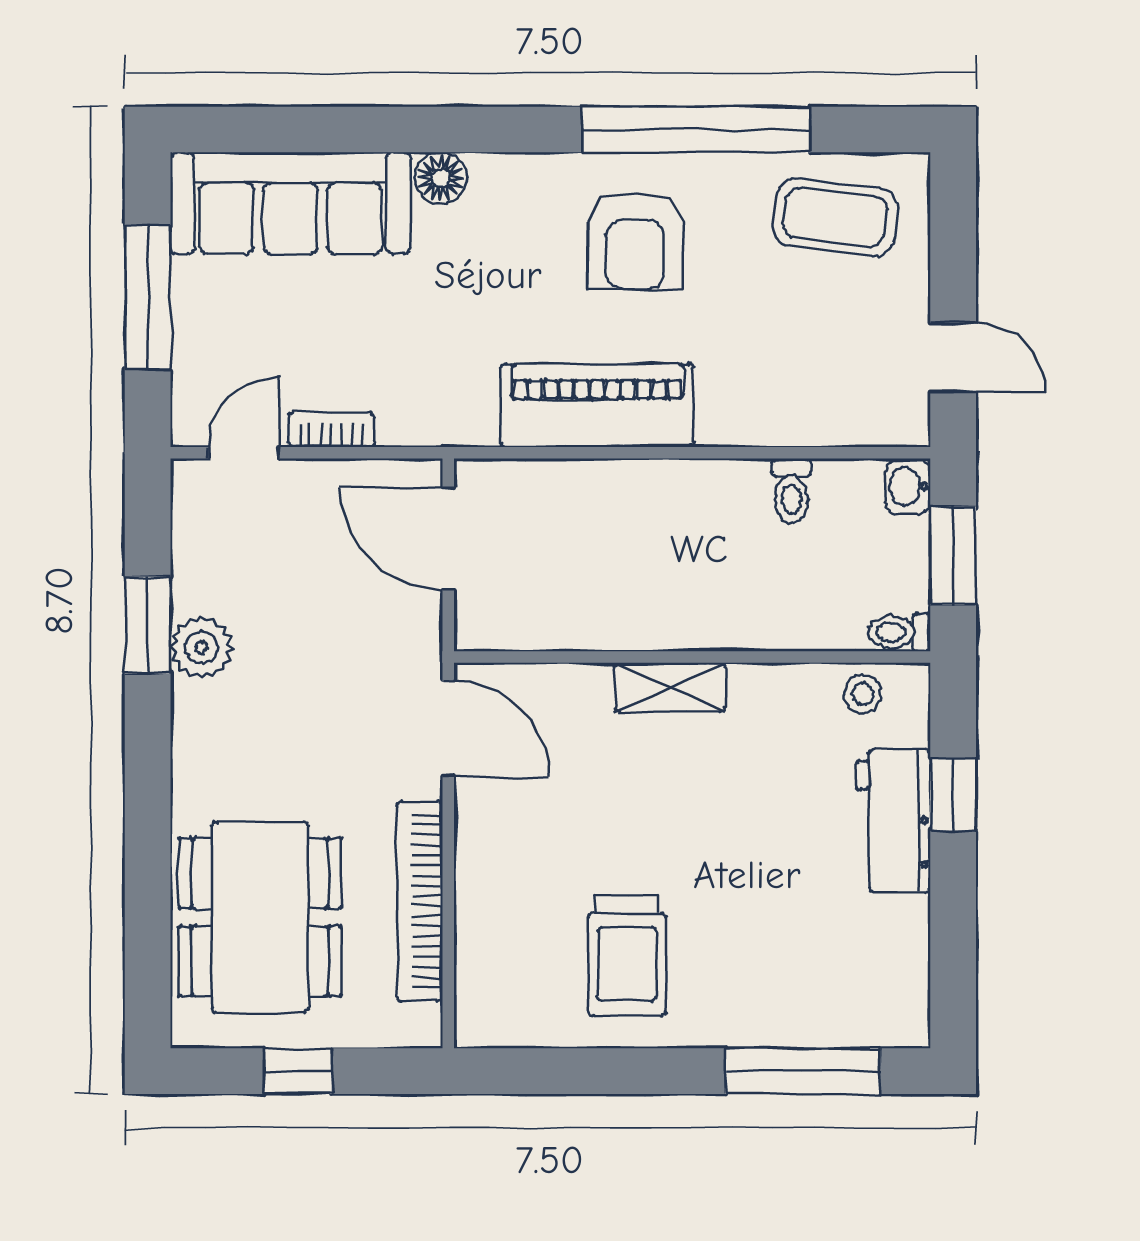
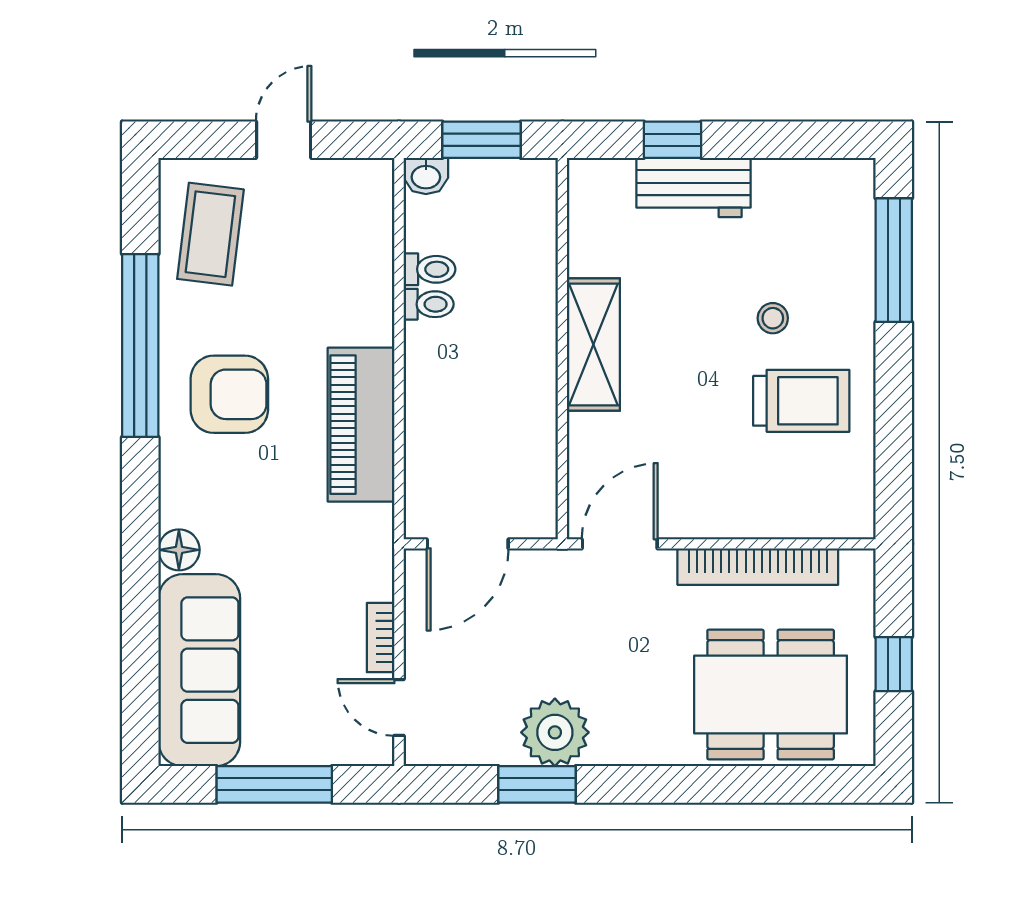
door: (953, 357) -> (284, 140), moved
toilet: (899, 632) -> (429, 304), moved, turned -90
plant: (201, 648) -> (555, 732), width x1.36, depth x1.36
shelving: (670, 687) -> (593, 345), width x1.50, depth x1.33
stool: (863, 694) -> (773, 318), moved

